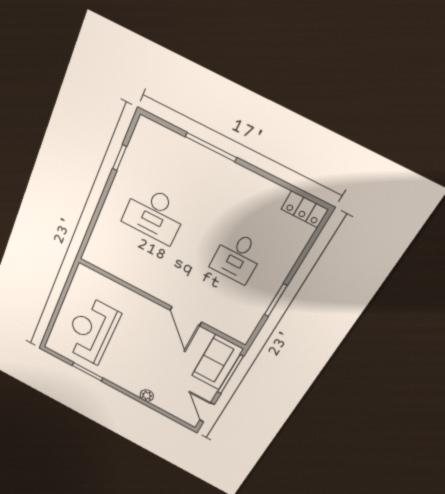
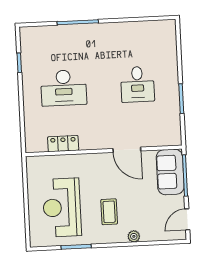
locker: (305, 209) -> (63, 144), moved, turned 180
coffee table: (135, 361) -> (109, 212), added
door: (207, 412) -> (187, 219), hinge flipped

